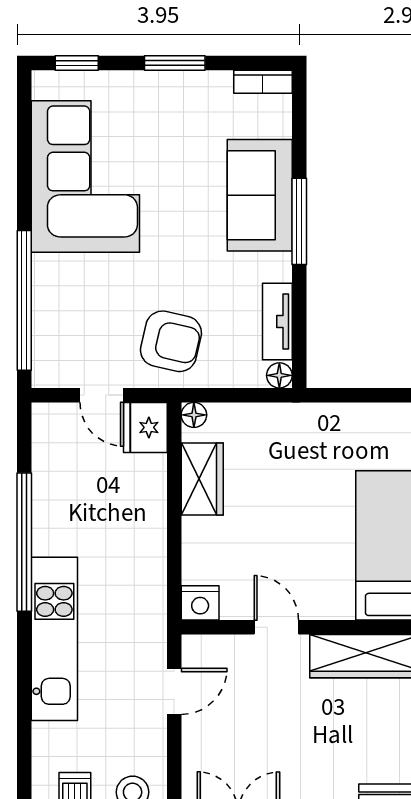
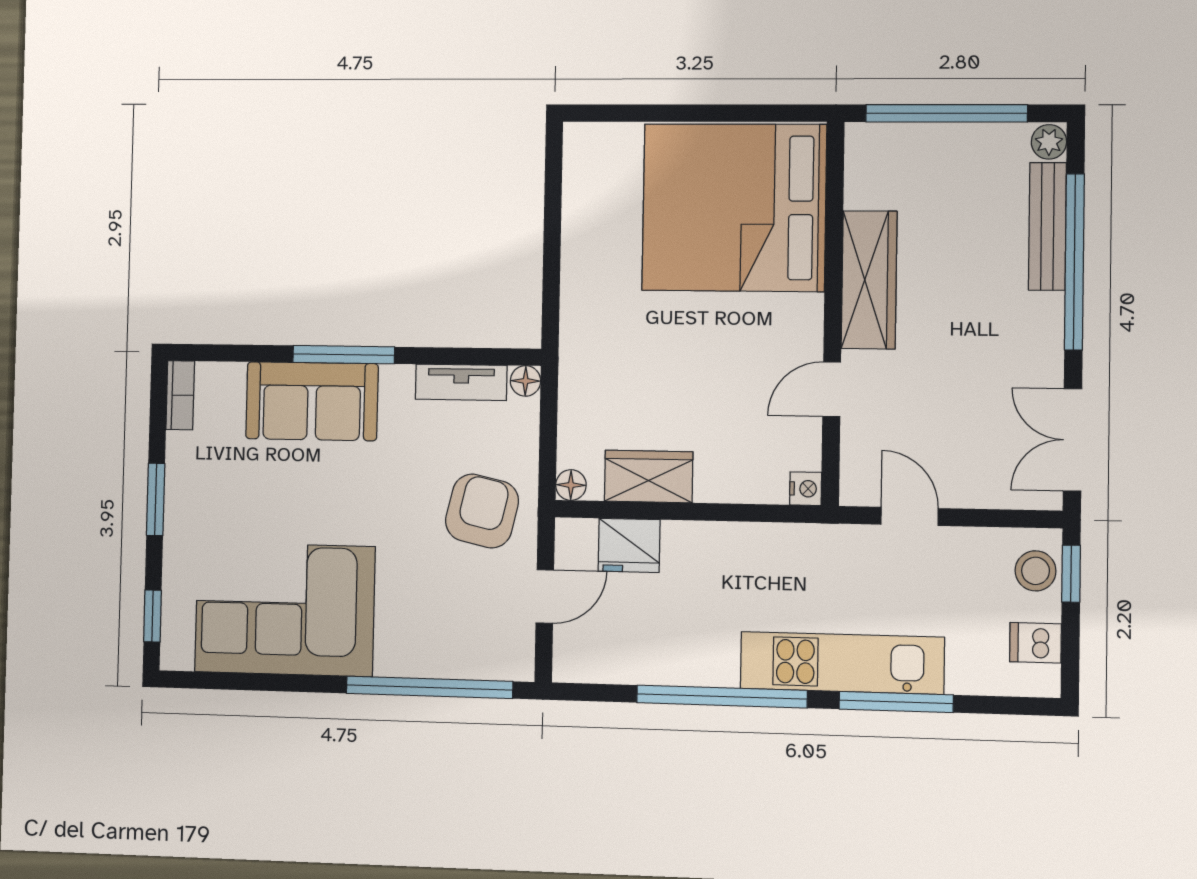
fridge: (145, 427) -> (629, 545), moved
nightstand: (200, 603) -> (806, 489), width x0.72, depth x0.74
window: (24, 683) -> (896, 702), added

